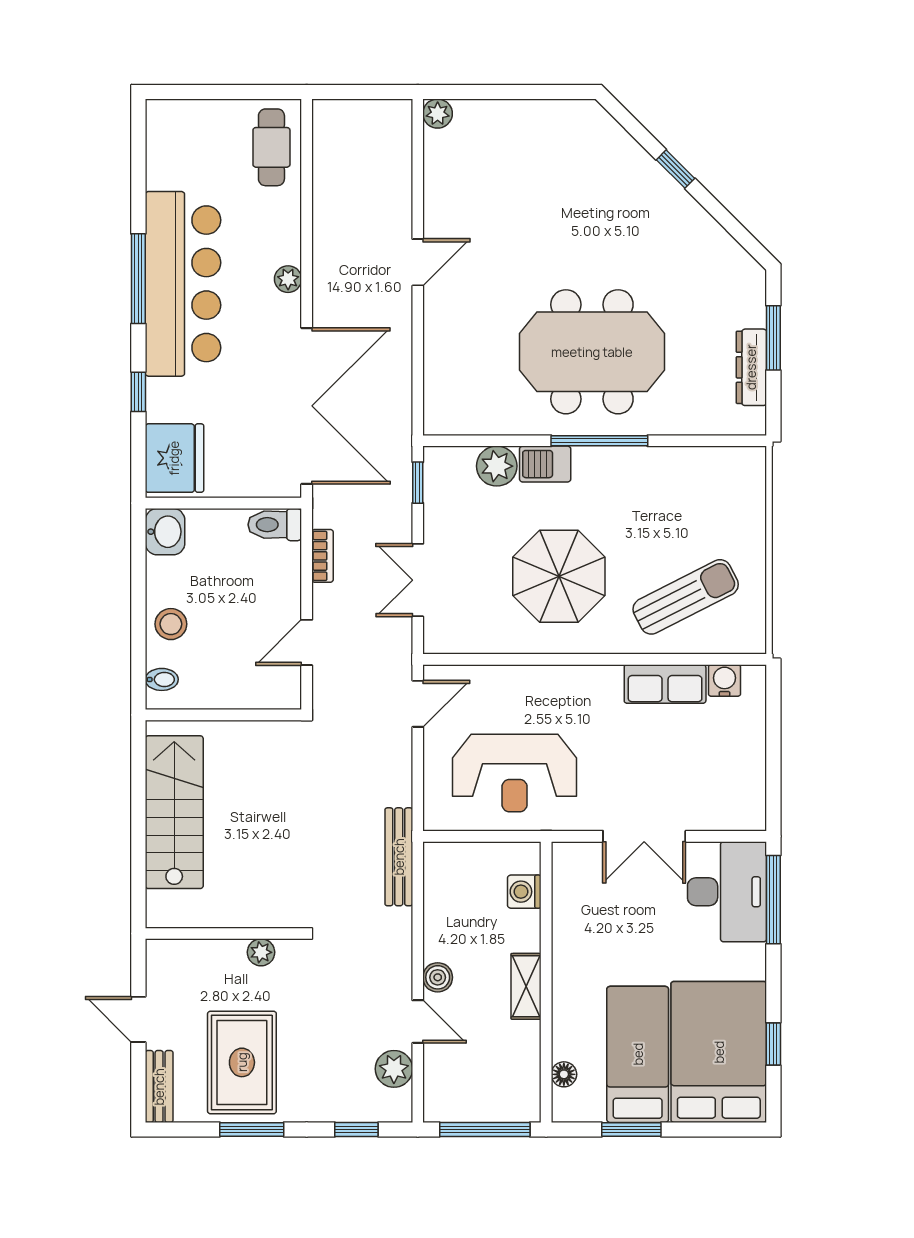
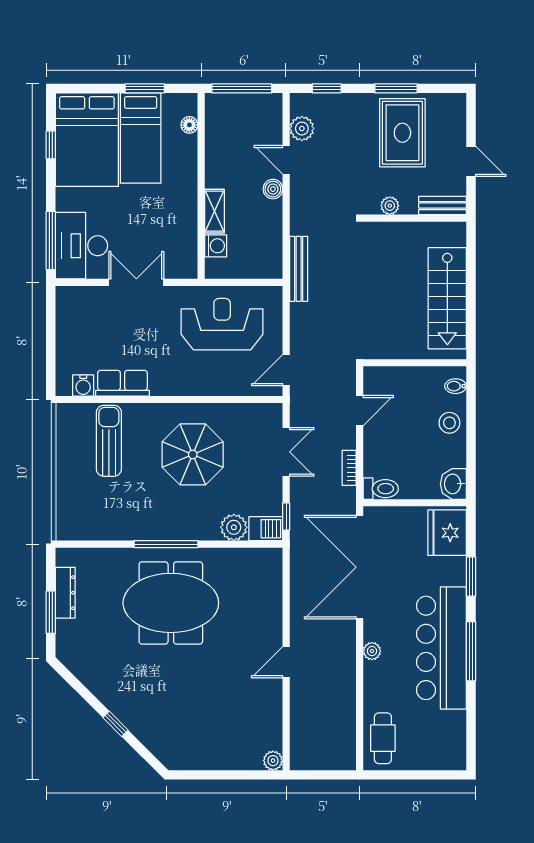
window: (138, 392) -> (471, 576), width x1.50
barbecue: (545, 464) -> (266, 529), moved
sun lounger: (686, 597) -> (109, 441), turned 117
shelving: (526, 986) -> (214, 211), moved
bench: (159, 1087) -> (442, 206), moved, turned 90

